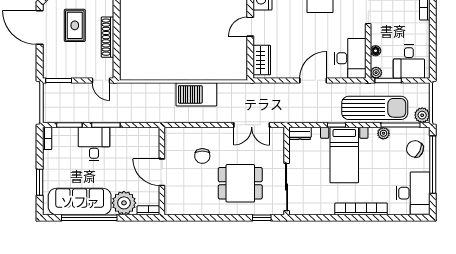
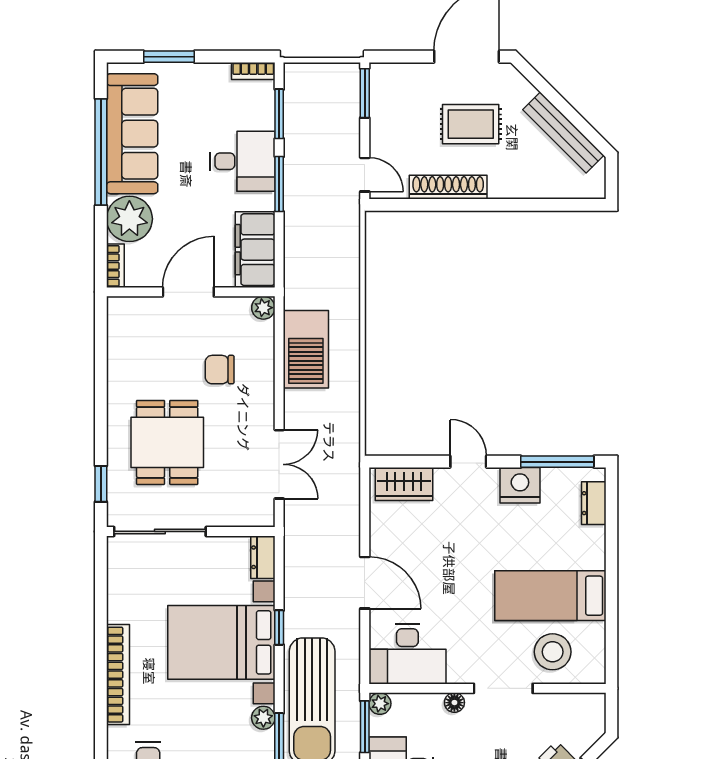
floor lamp: (376, 51) -> (454, 703), moved
door: (101, 80) -> (365, 175), swing flipped
barbecue: (196, 94) -> (306, 349), moved, turned 180
double door: (252, 125) -> (279, 464), swing flipped
plant: (170, 133) -> (263, 308), added
filing cabinet: (140, 137) -> (255, 250), added
bed with nightstands: (344, 155) -> (221, 642), width x1.36

